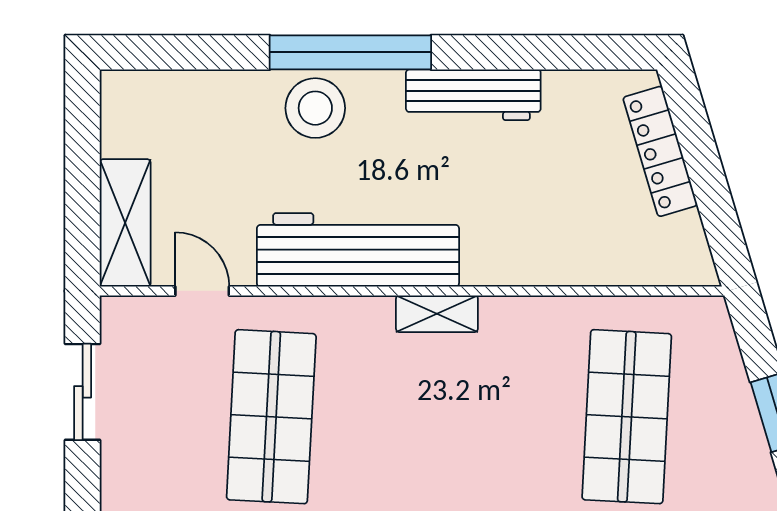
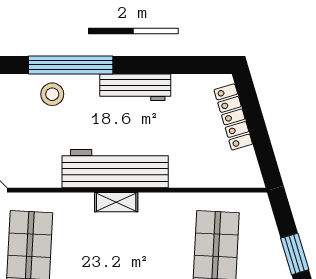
stool: (315, 108) -> (52, 94), width x0.73, depth x0.73
workbench: (358, 250) -> (115, 169), moved

